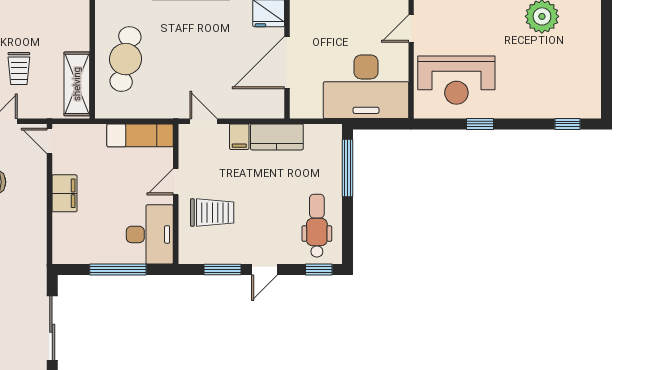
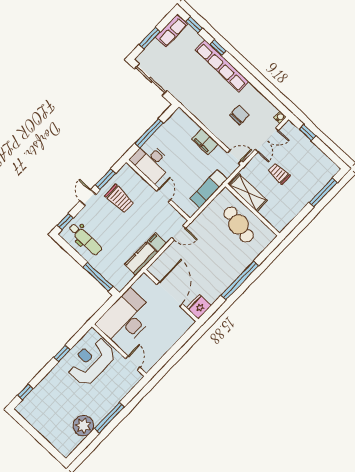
exam couch: (140, 135) -> (209, 189), moved
trolley: (212, 213) -> (119, 199), moved, turned -90

